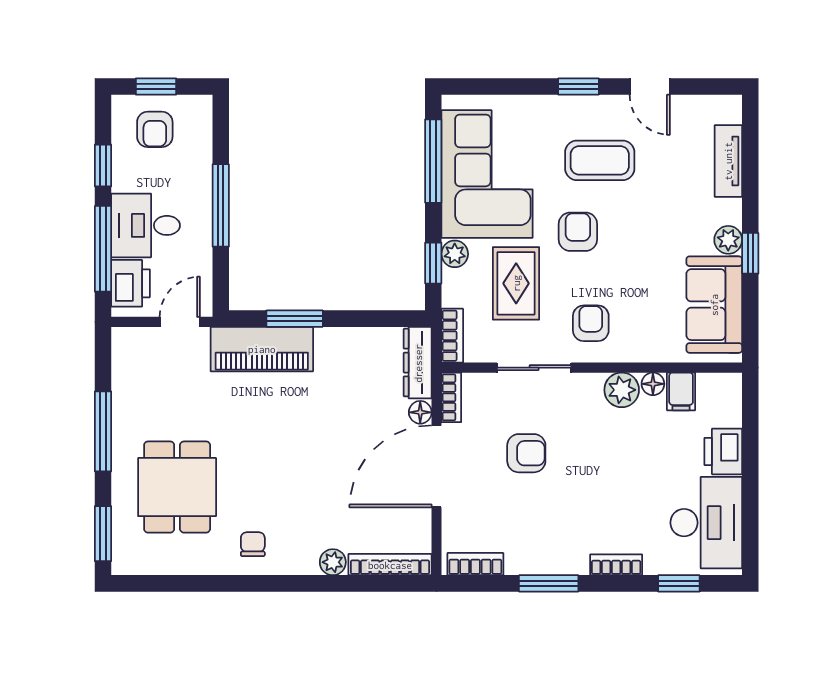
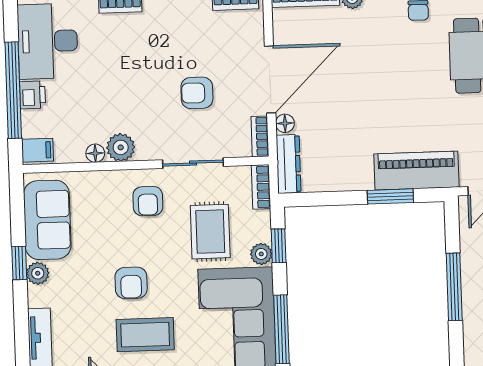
armchair: (578, 232) -> (131, 283), moved
filing cabinet: (681, 391) -> (37, 150), moved, turned 90
printer: (723, 452) -> (33, 95), width x0.73, depth x0.81
window: (750, 464) -> (13, 90), added

